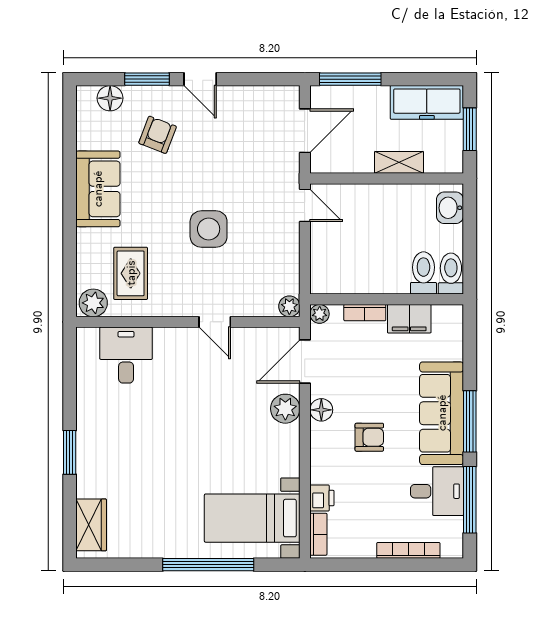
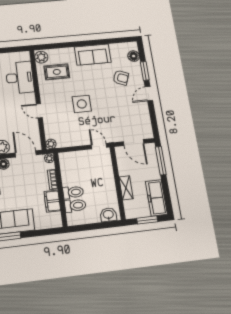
door: (305, 205) -> (99, 146), swing flipped
toilet: (451, 274) -> (73, 192), moved
door: (215, 322) -> (39, 111), hinge flipped
desk: (126, 355) -> (20, 78), width x1.37

